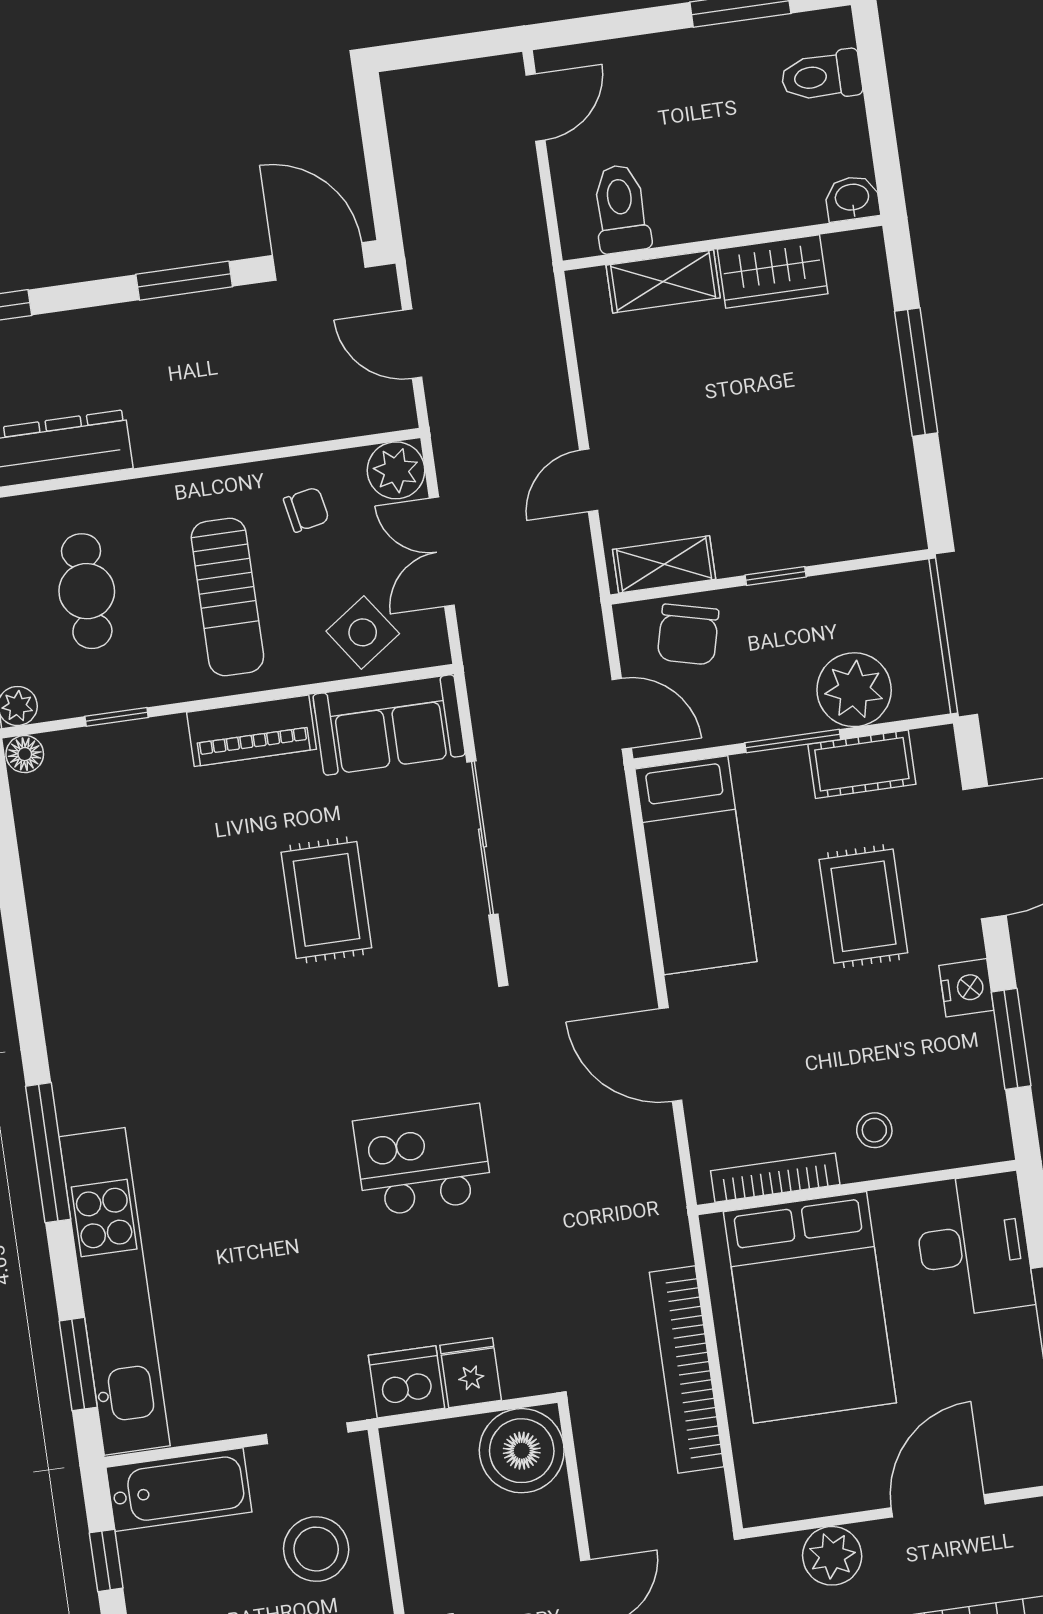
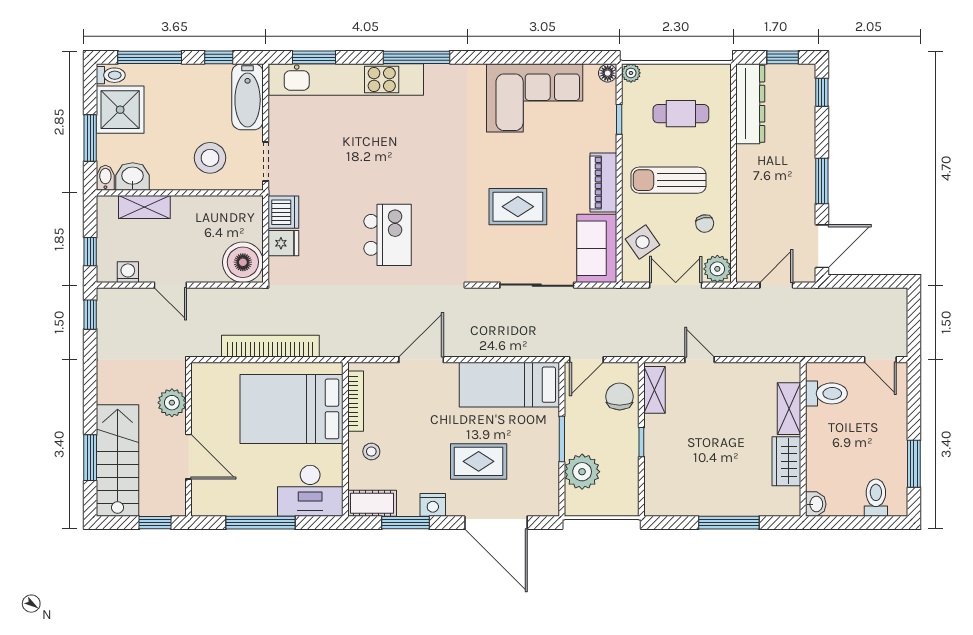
chair: (688, 634) -> (620, 397), turned 76
cot: (862, 764) -> (372, 503), moved, turned 90
corner sofa: (97, 897) -> (535, 98), added

